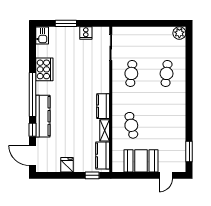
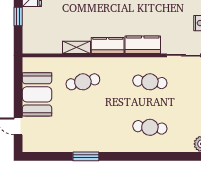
window: (189, 151) -> (86, 156), moved
kitchen counter: (103, 156) -> (143, 45), moved
window: (92, 175) -> (18, 16), moved

